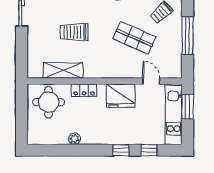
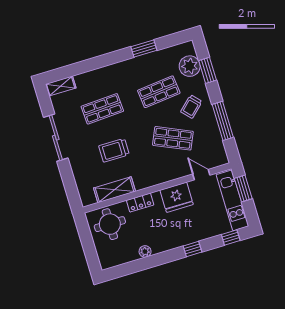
window: (149, 150) -> (231, 237), moved

